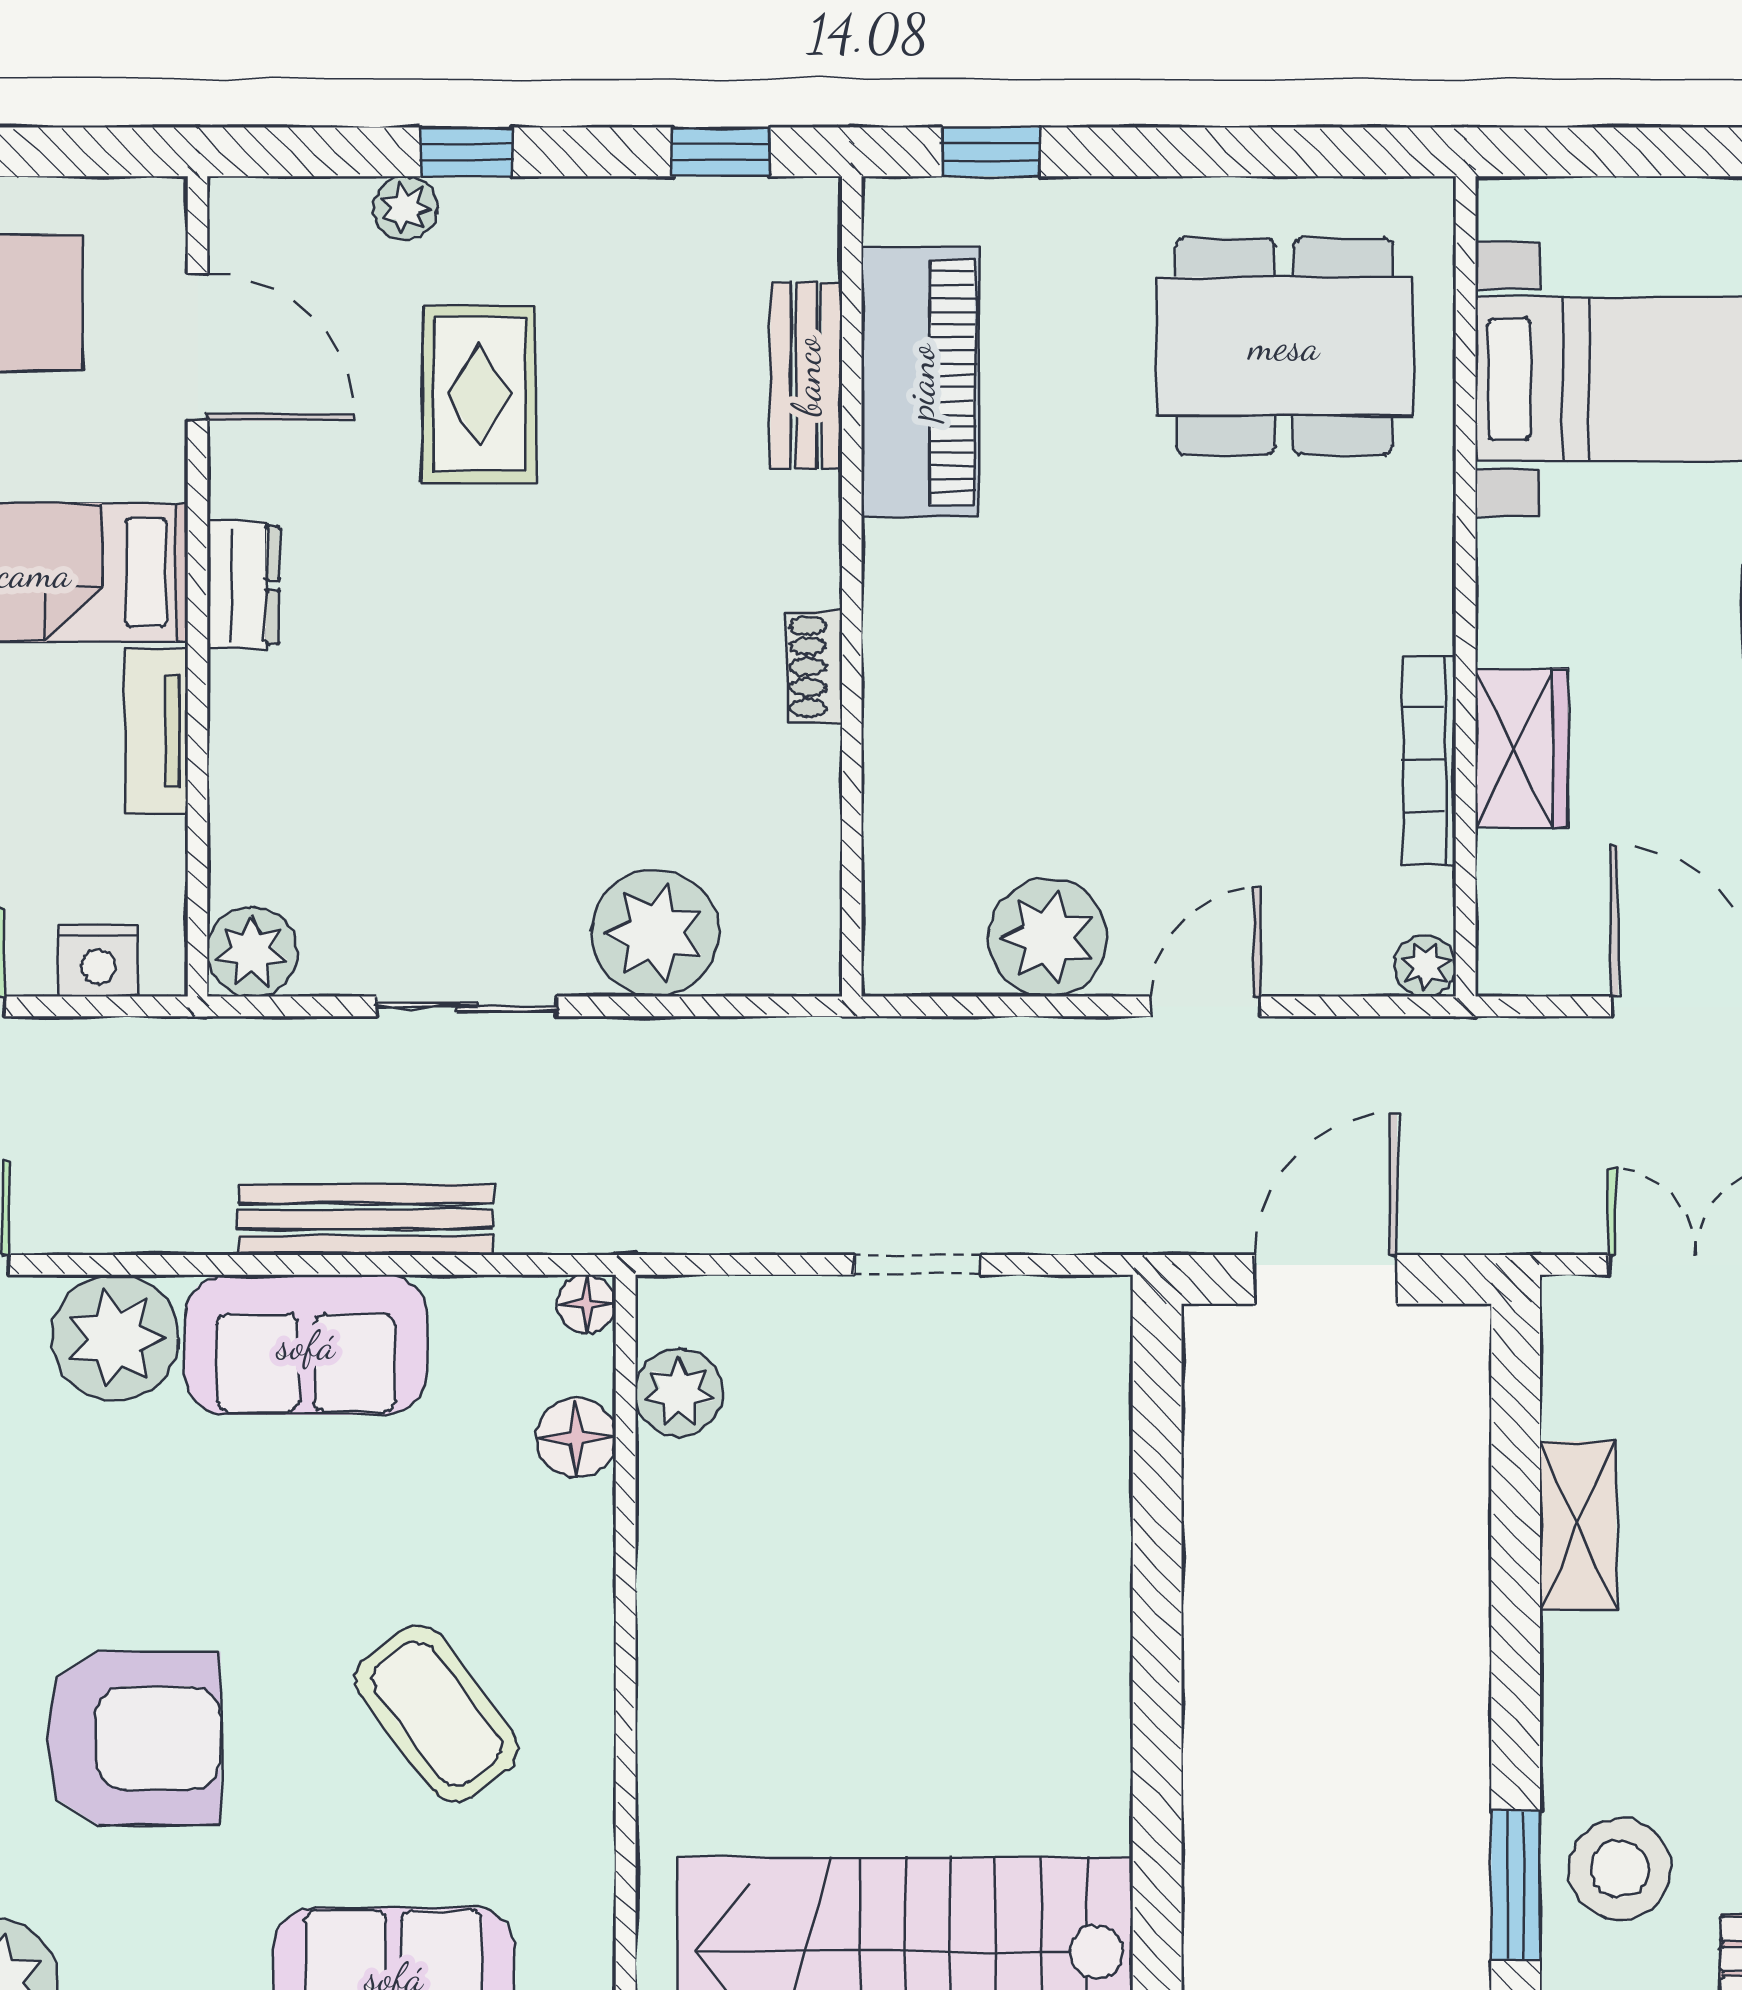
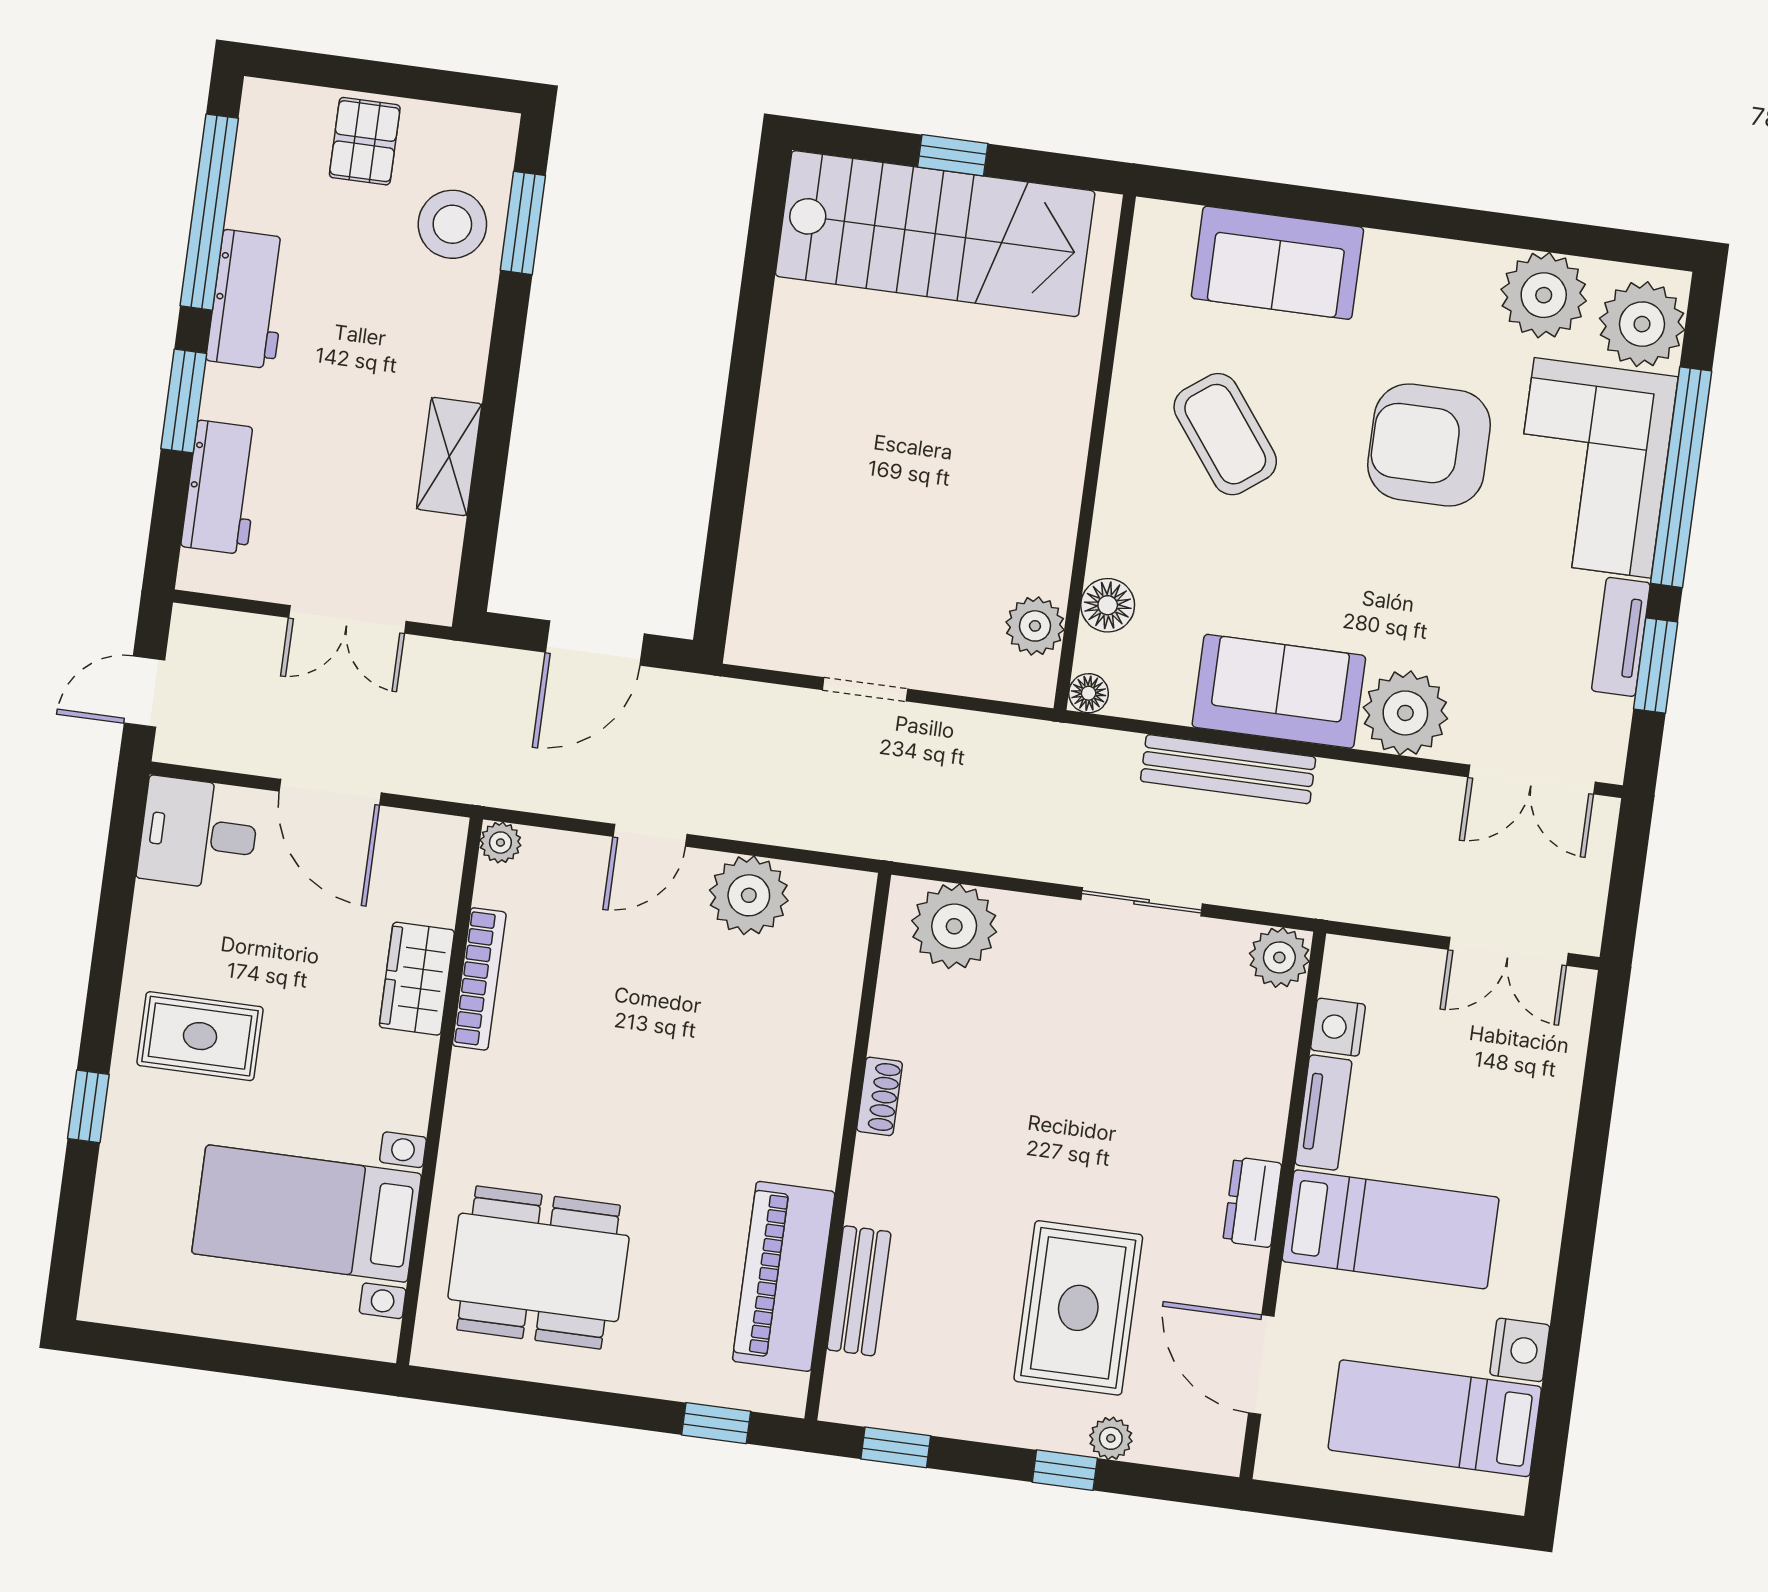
rug: (479, 394) -> (1078, 1308), width x1.36, depth x1.43
plant: (655, 933) -> (954, 926), moved
nightstand: (98, 960) -> (1338, 1027), moved, turned -90

